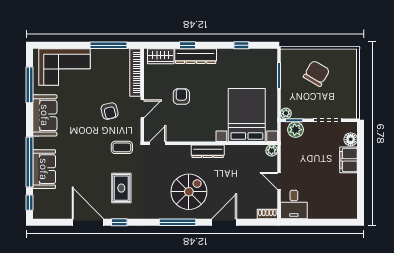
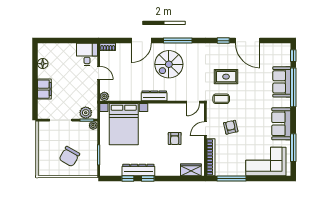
window: (188, 45) -> (148, 178), moved
dresser: (196, 56) -> (138, 170), moved
floor lamp: (351, 139) -> (43, 64), moved
rug: (121, 188) -> (226, 77), moved, turned 90

